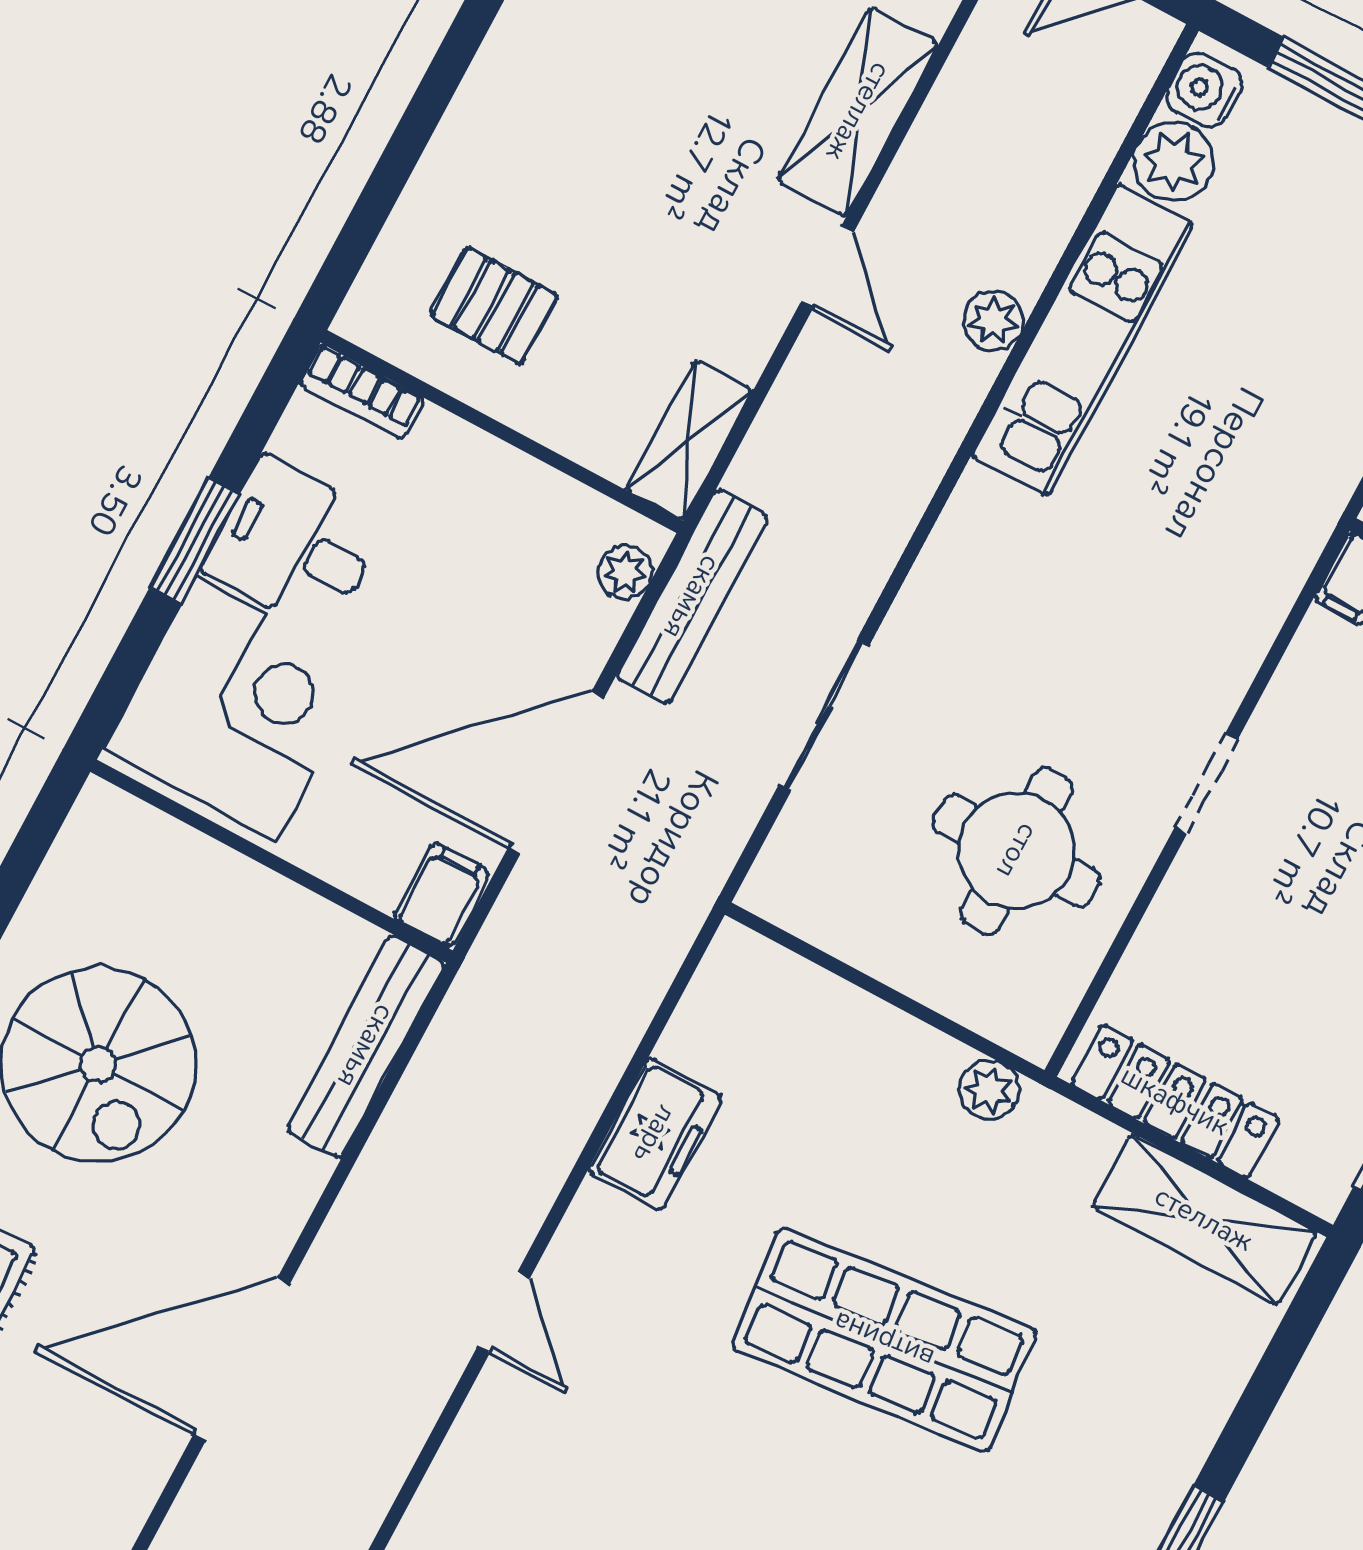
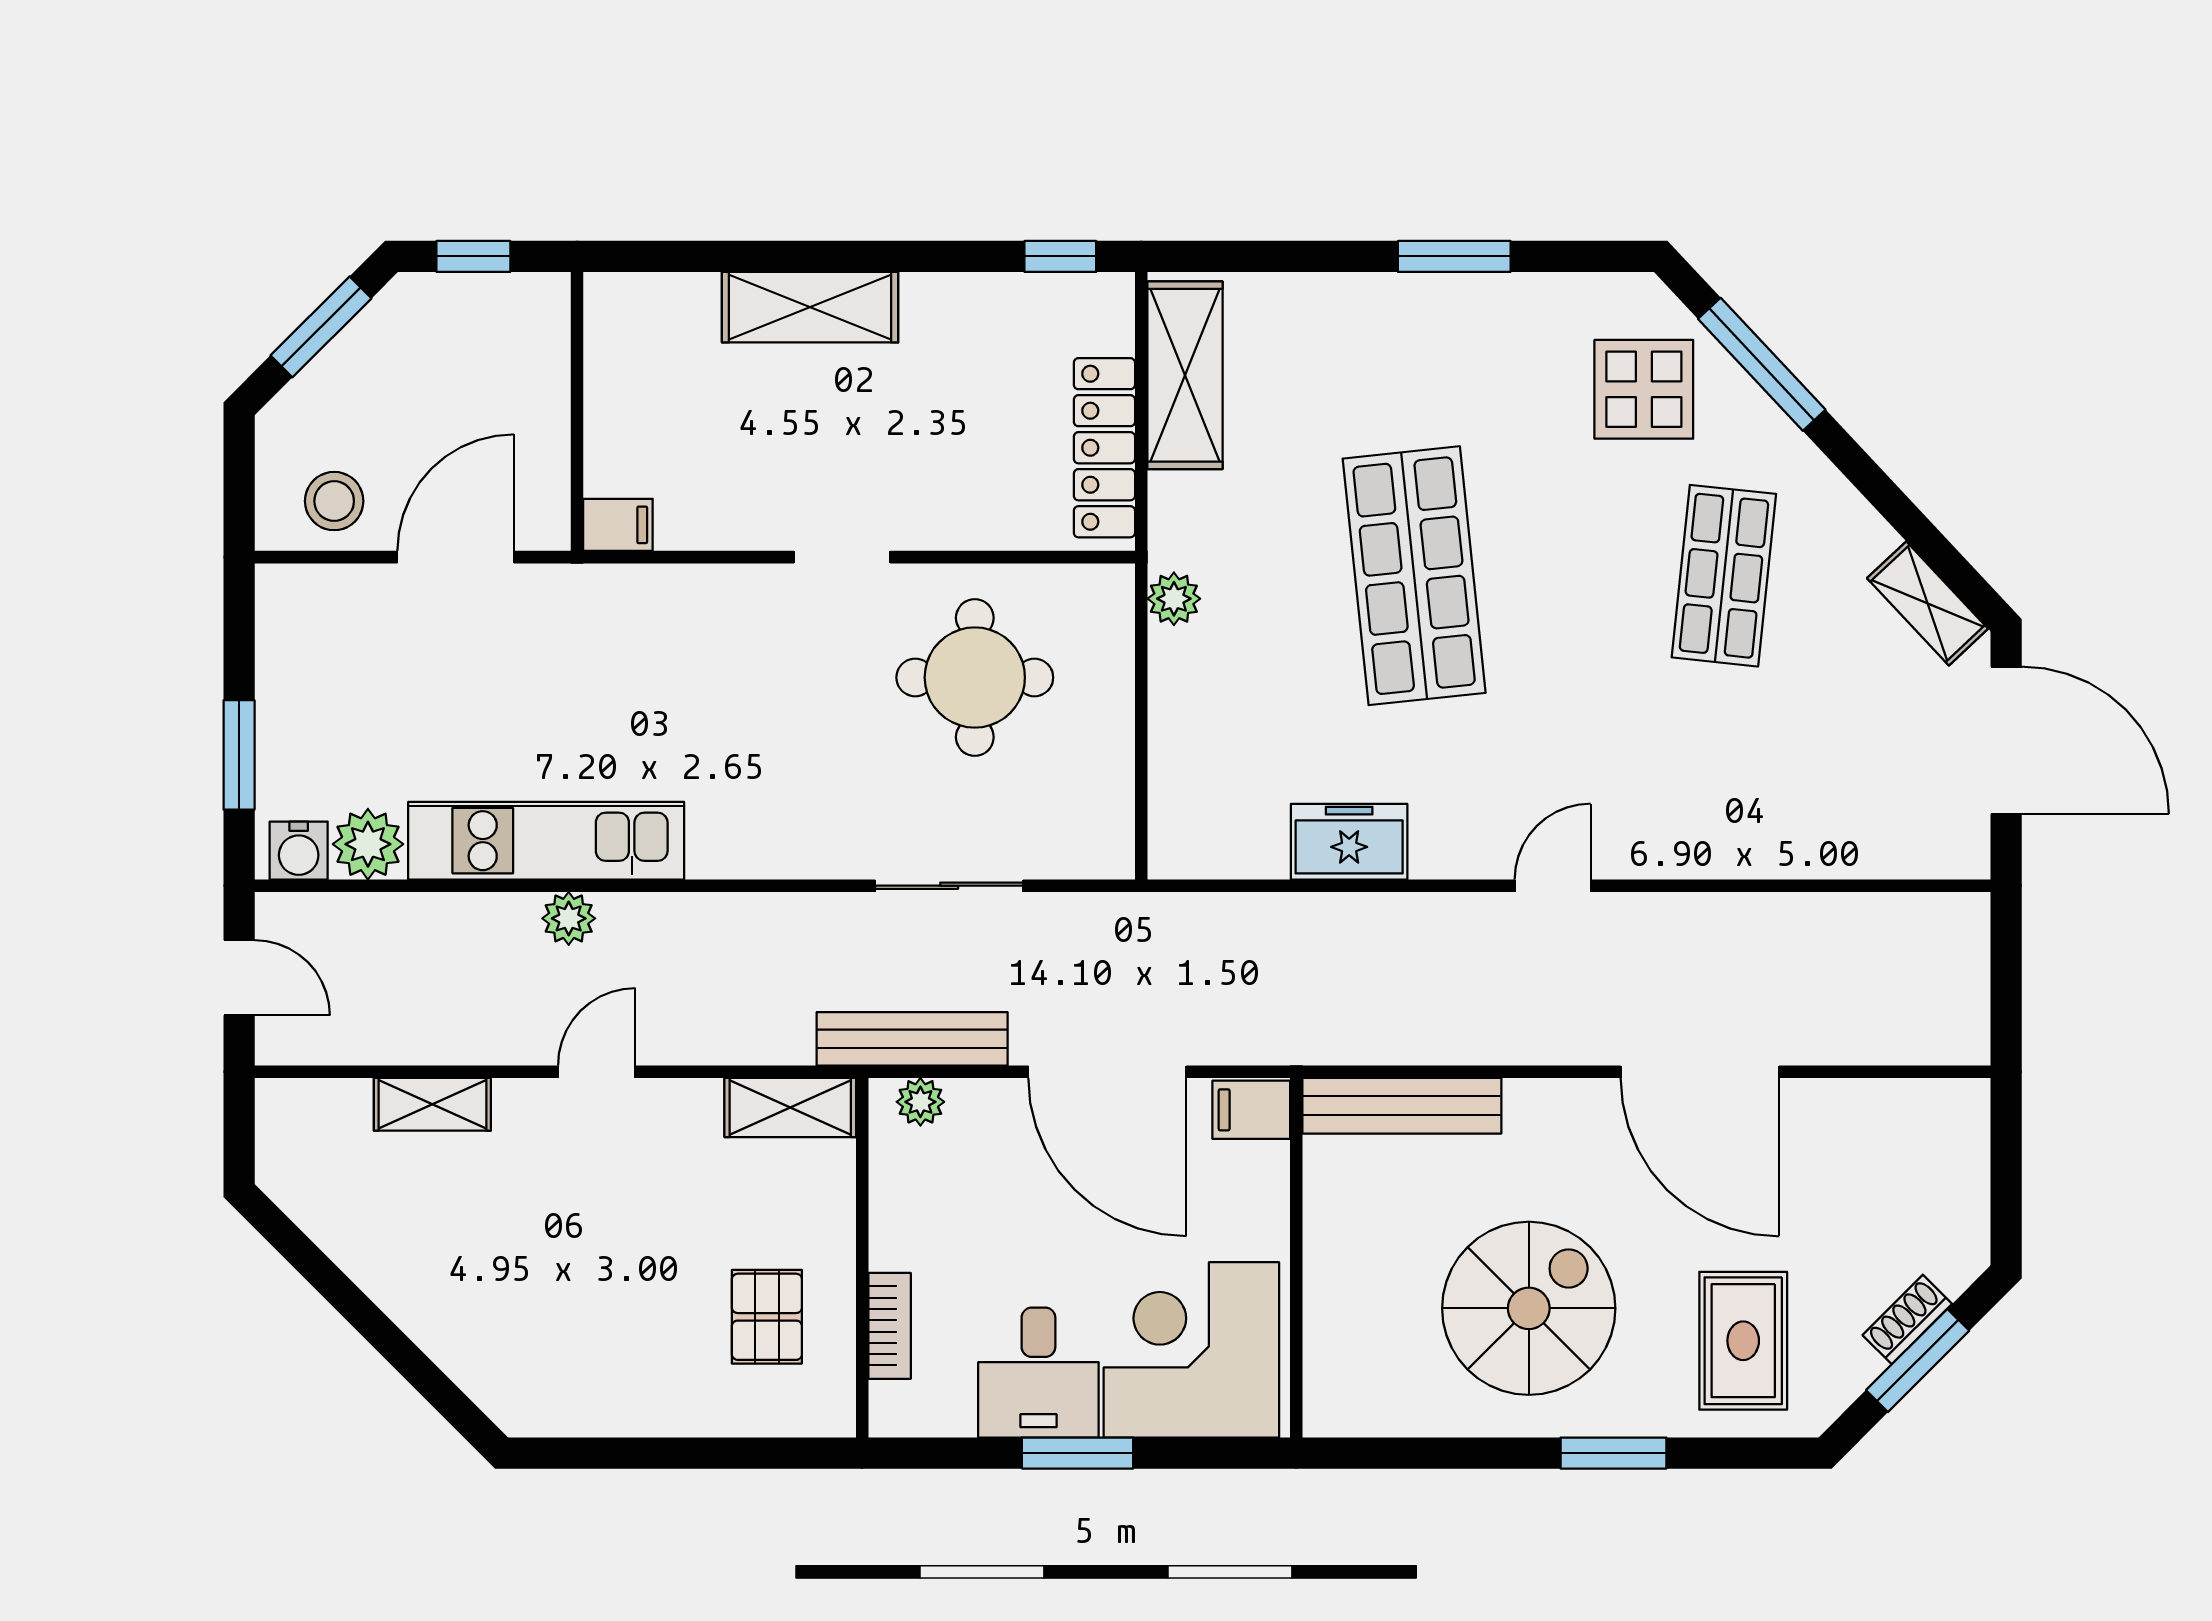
shelving: (858, 112) -> (432, 1104), width x0.67, depth x0.75
bookcase: (362, 391) -> (890, 1326), moved

